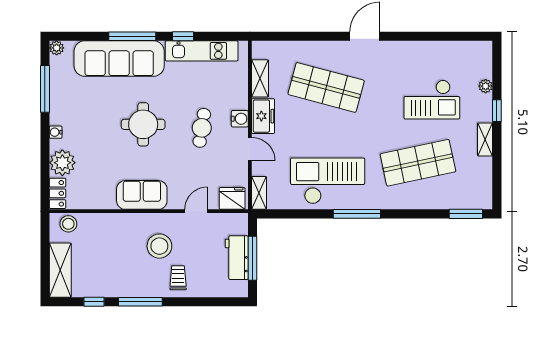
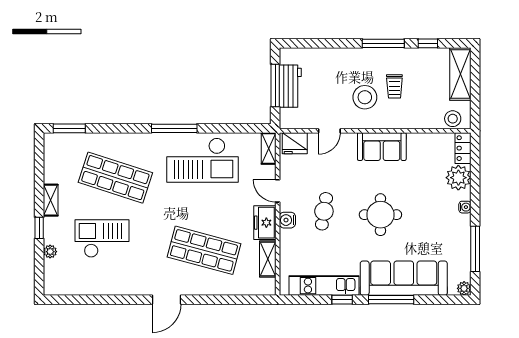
shop shelf: (418, 163) -> (115, 178), turned 30
trolley: (178, 278) -> (394, 86), moved

